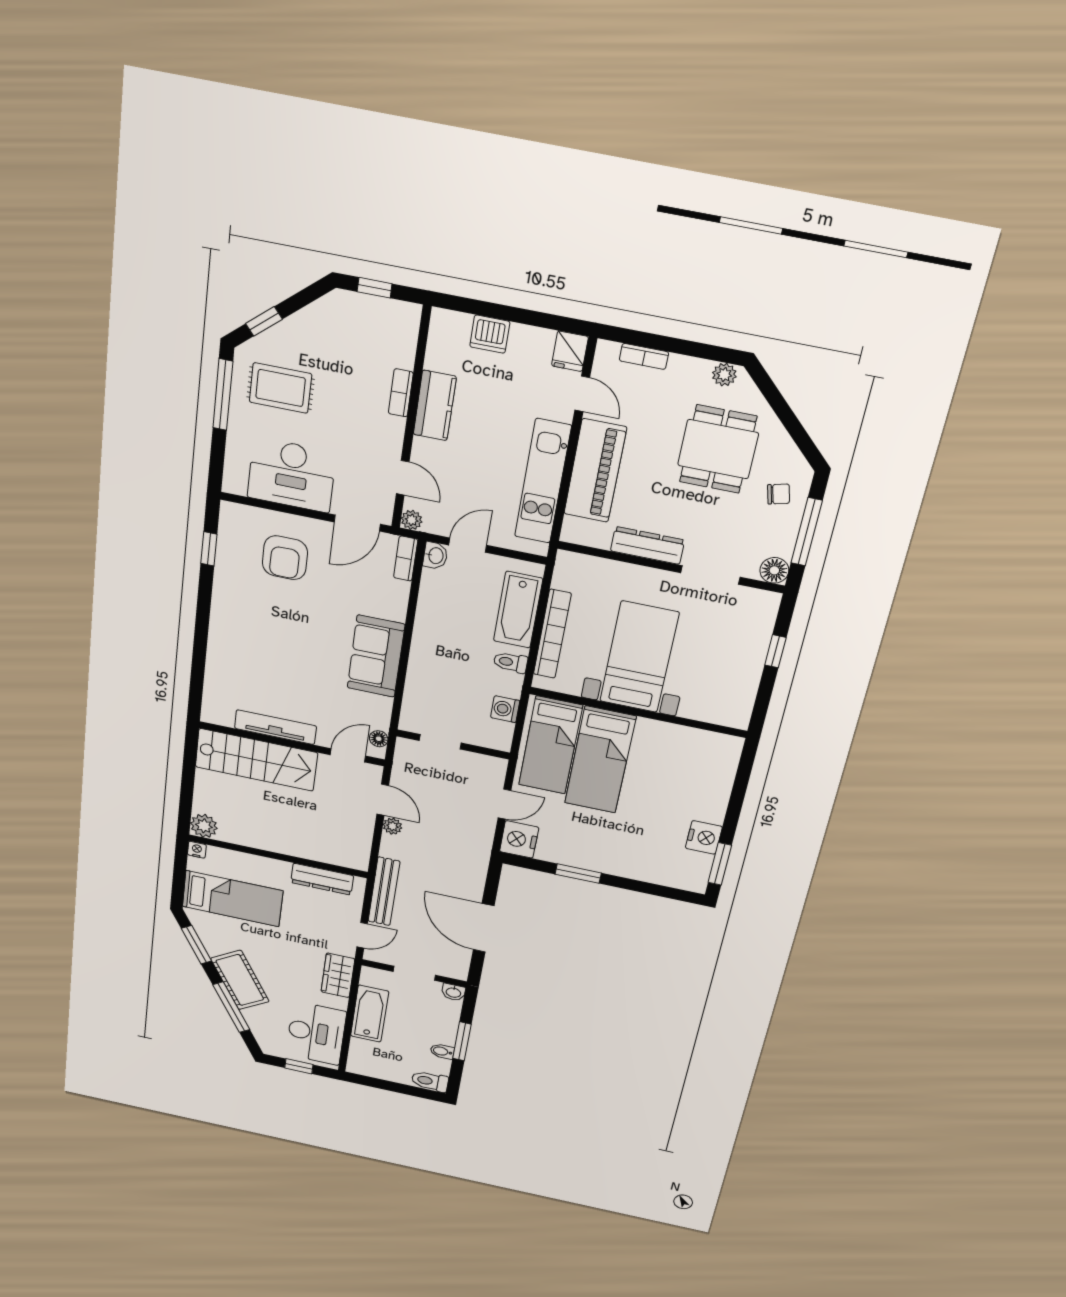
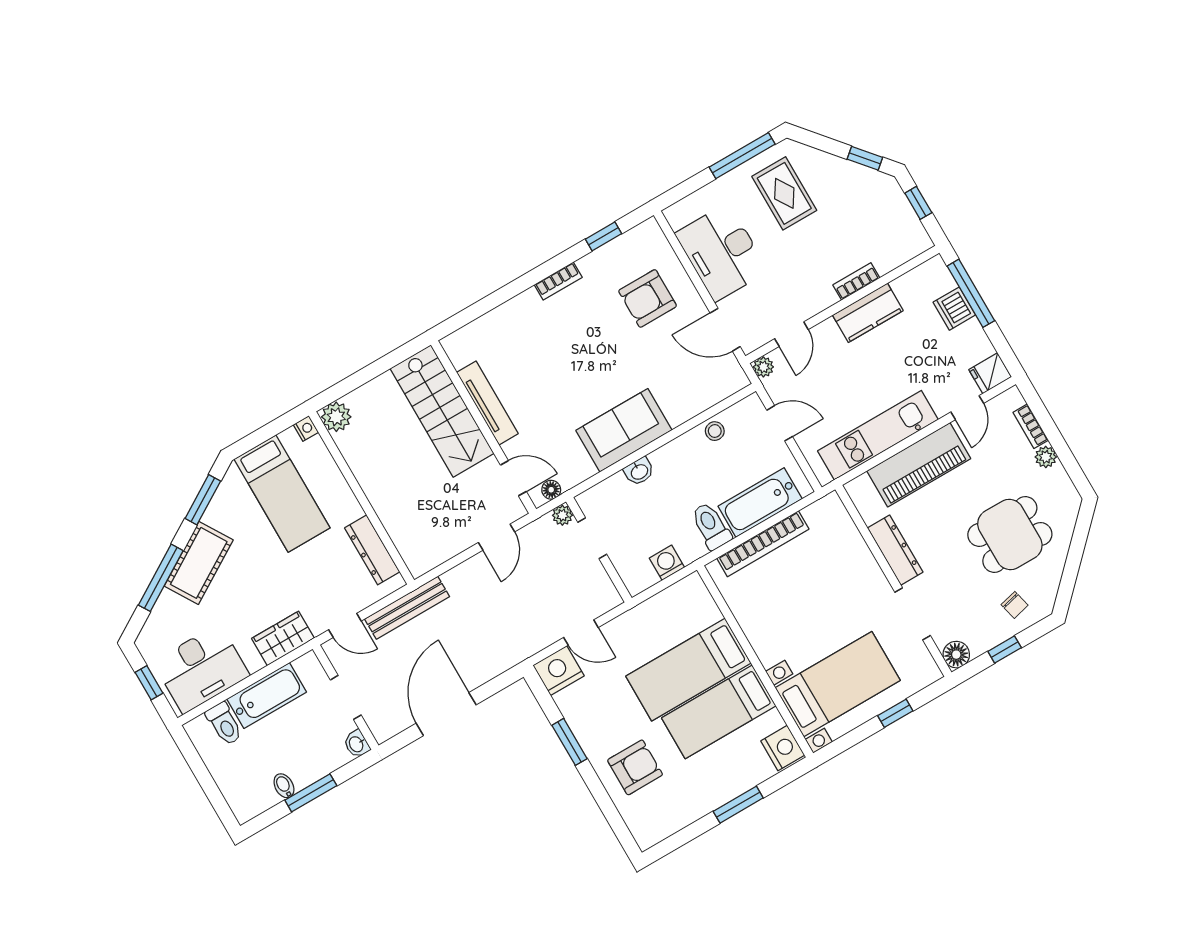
window: (488, 310) -> (971, 293), added
window: (264, 321) -> (865, 158), moved
plant: (724, 375) -> (1046, 457), moved
window: (807, 532) -> (1005, 650), width x0.46
washbasin: (435, 556) -> (639, 471), moved
bookcase: (406, 559) -> (558, 281), moved, turned 180
stool: (432, 596) -> (715, 431), added
bed with nightstands: (639, 657) -> (838, 684), moved
toilet: (510, 662) -> (711, 526), width x1.37, depth x1.39
bed: (551, 745) -> (719, 712), moved
plant: (392, 826) -> (562, 515), moved
nightstand: (704, 837) -> (783, 748), moved, turned -90
armchair: (638, 850) -> (635, 767), added
window: (720, 864) -> (738, 805), moved
toilet: (430, 1081) -> (224, 724), moved, turned 180

